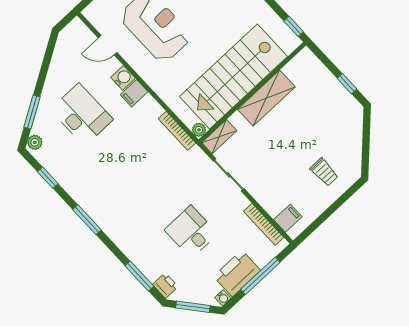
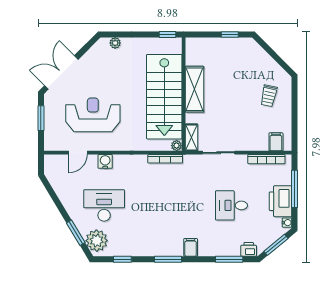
filing cabinet: (134, 93) -> (191, 247), moved, turned 180
plant: (35, 142) -> (97, 241), width x1.87, depth x1.87
trolley: (324, 172) -> (269, 96), turned 102

